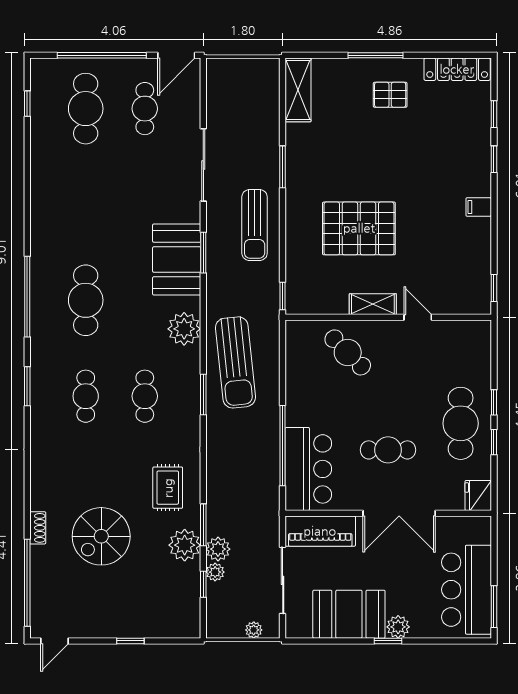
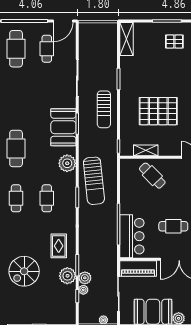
shelving: (373, 304) -> (146, 150), moved

